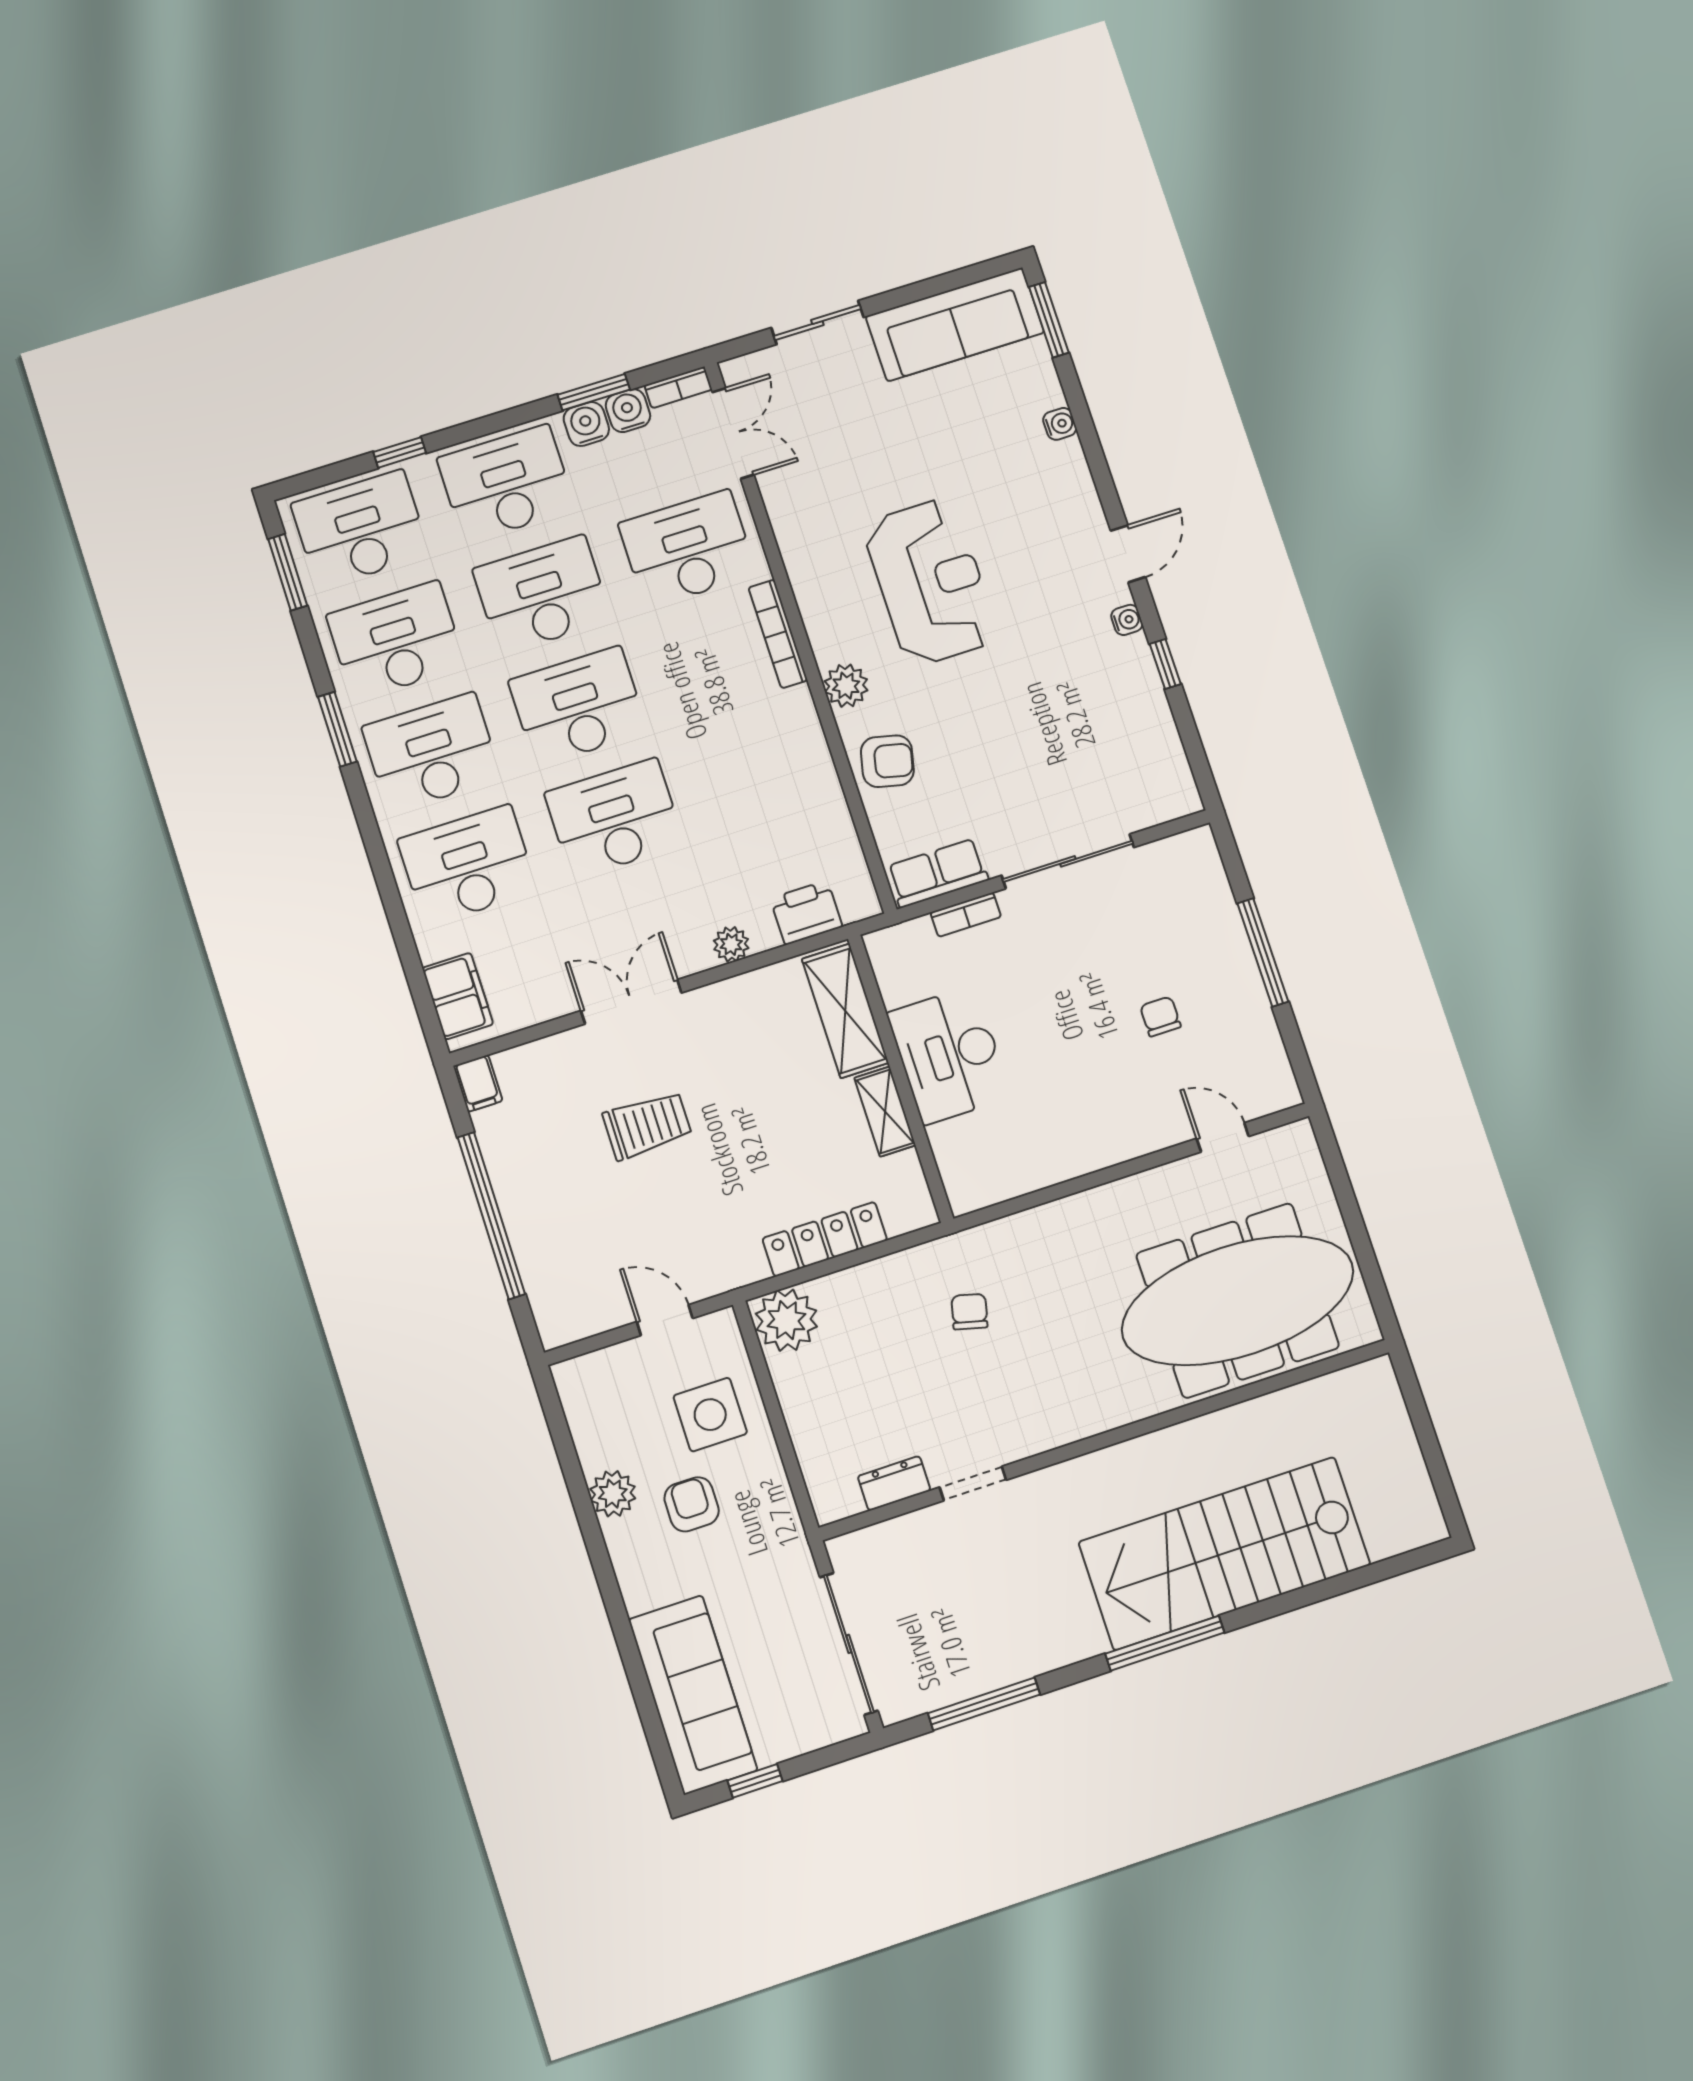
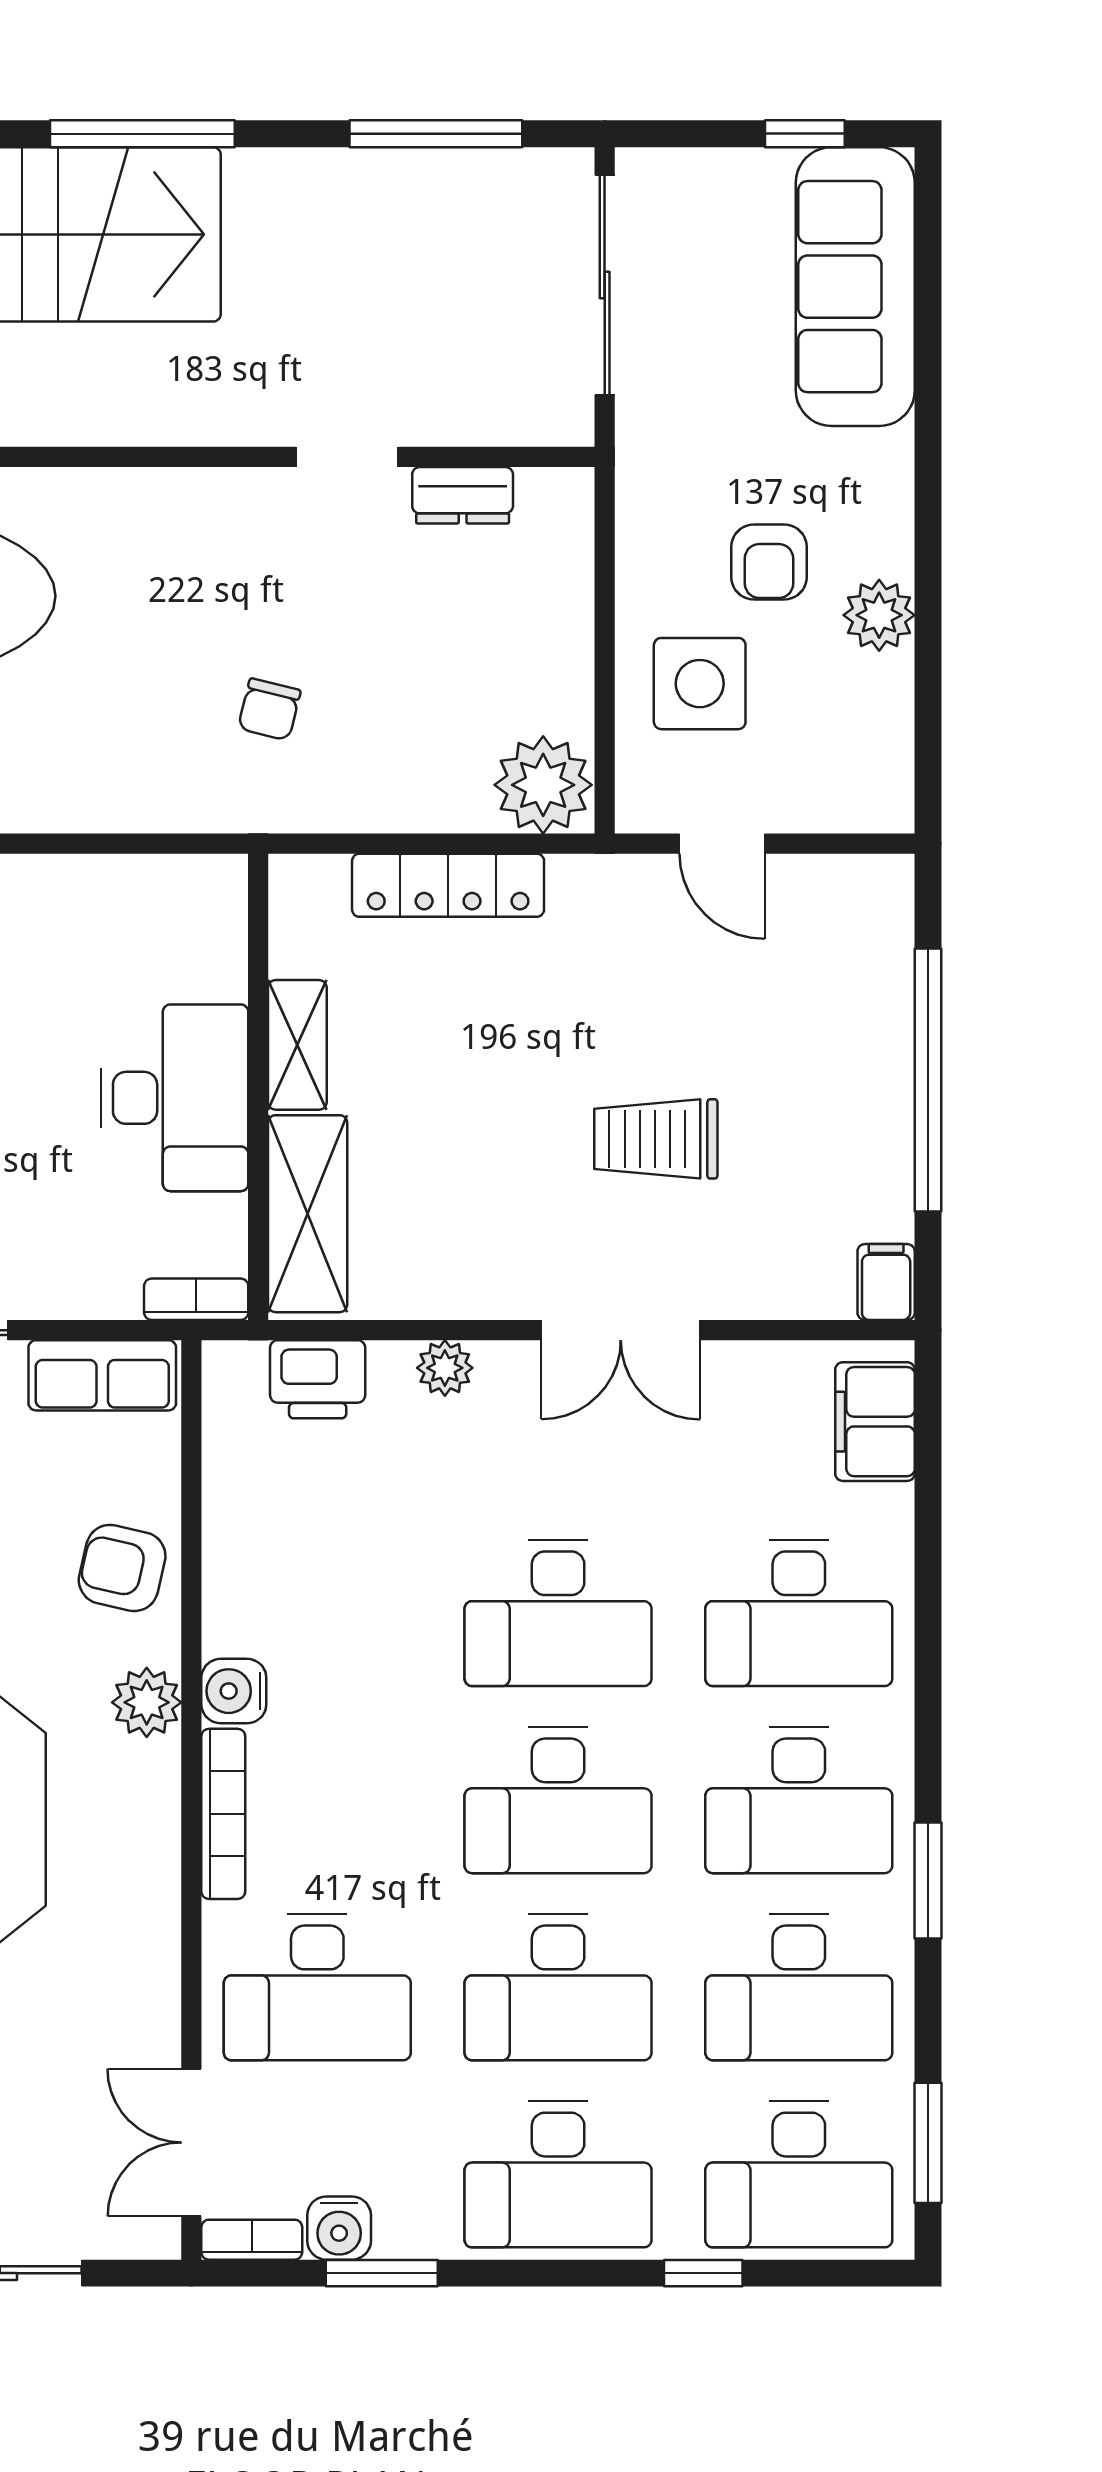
water cooler: (586, 424) -> (234, 1691), moved, turned 90
bookcase: (966, 915) -> (196, 1299), moved

